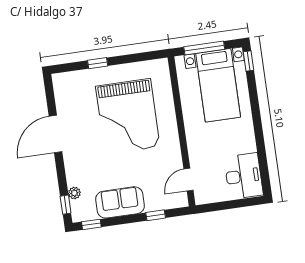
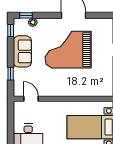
grand piano: (128, 116) -> (68, 50), moved

